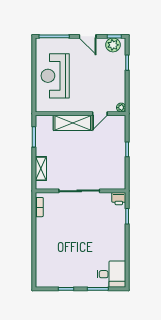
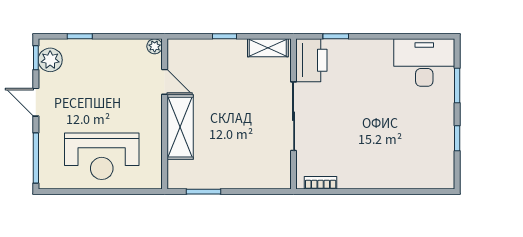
door: (88, 36) -> (36, 102), swing flipped
shelving: (41, 169) -> (268, 48), moved
printer: (119, 199) -> (311, 60), width x1.87, depth x1.48
desk: (111, 274) -> (424, 63), width x1.37

